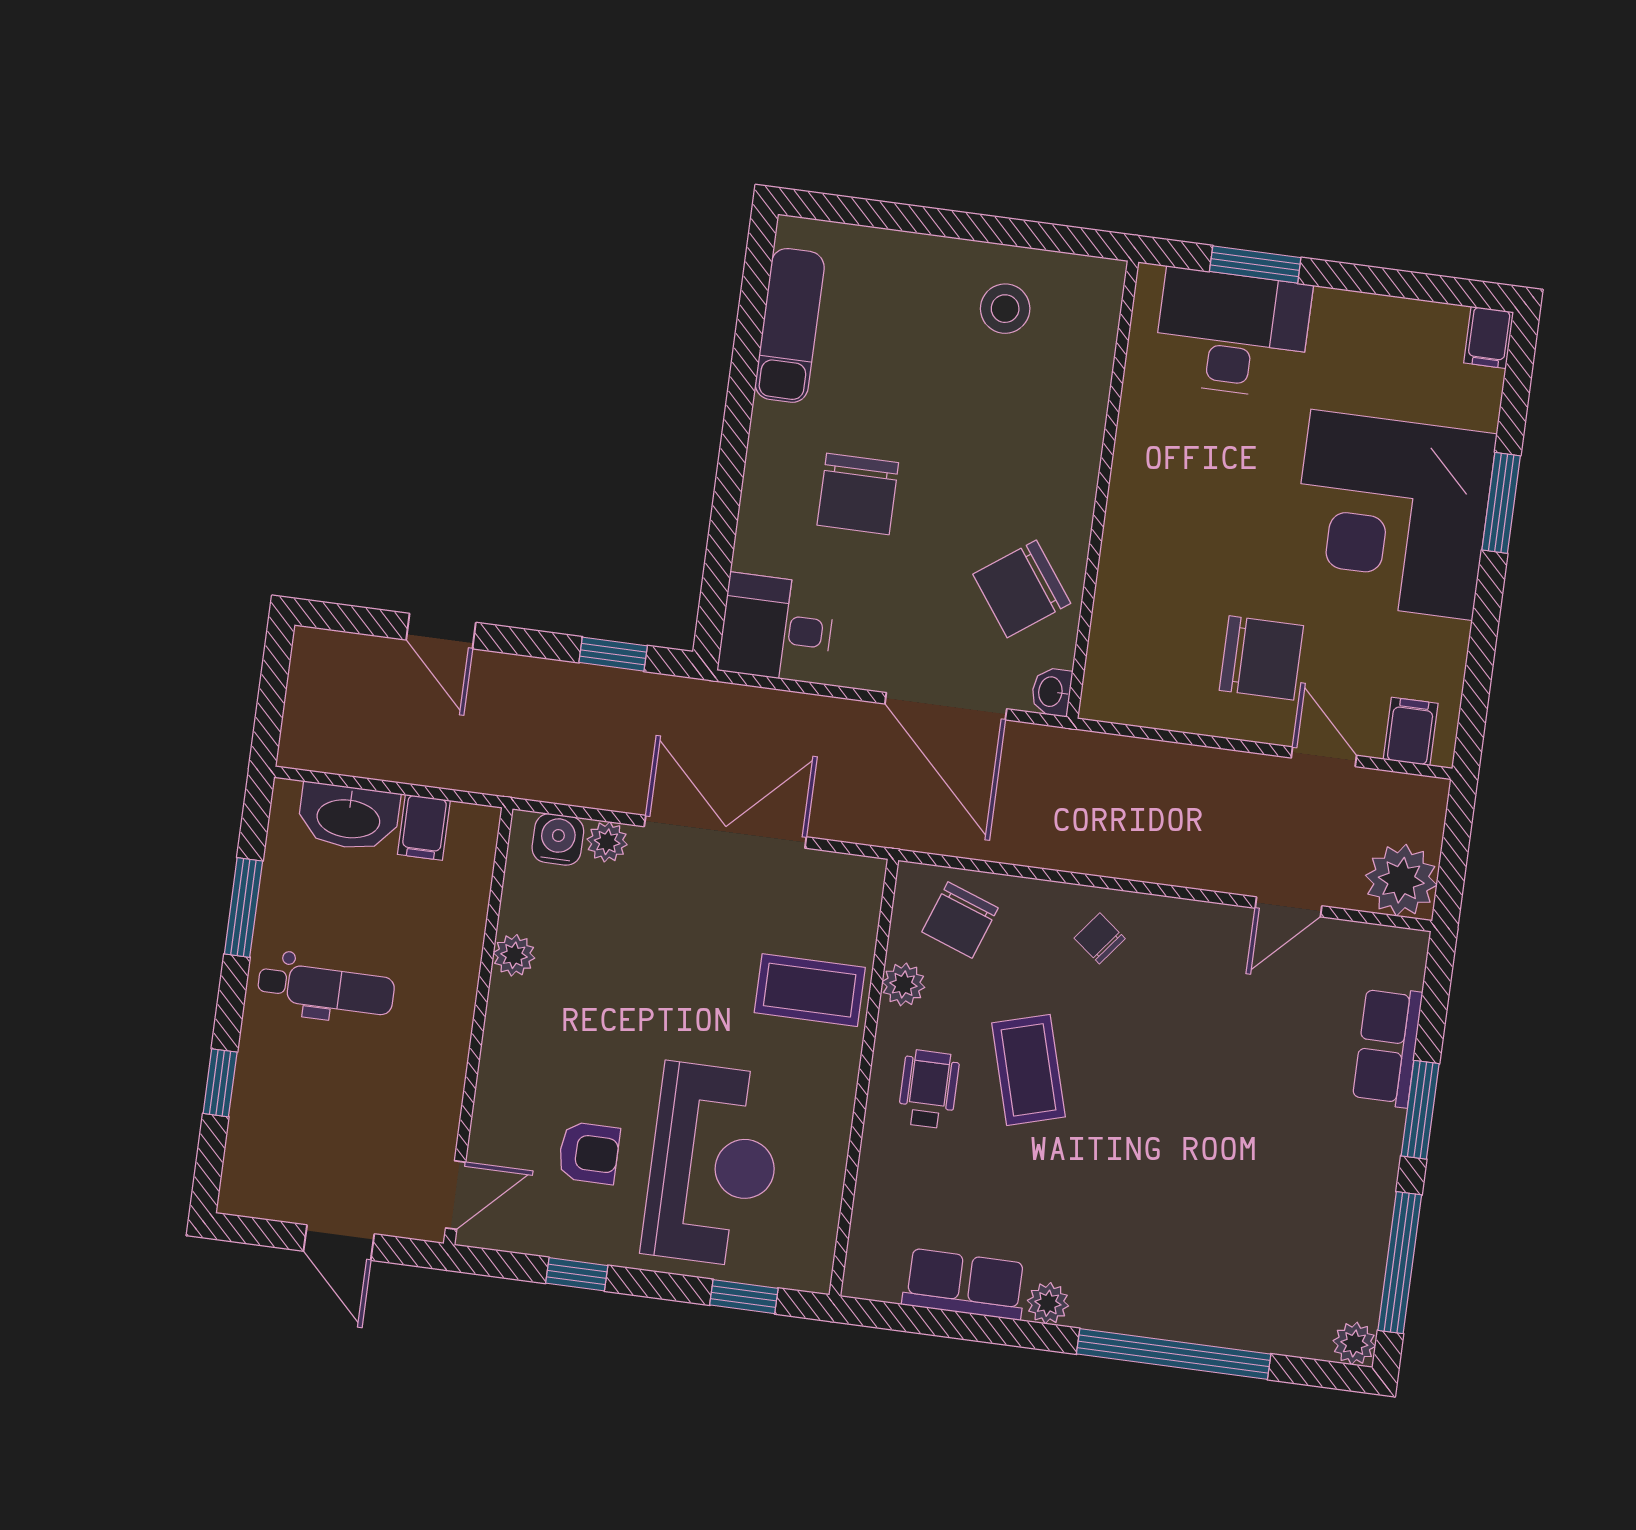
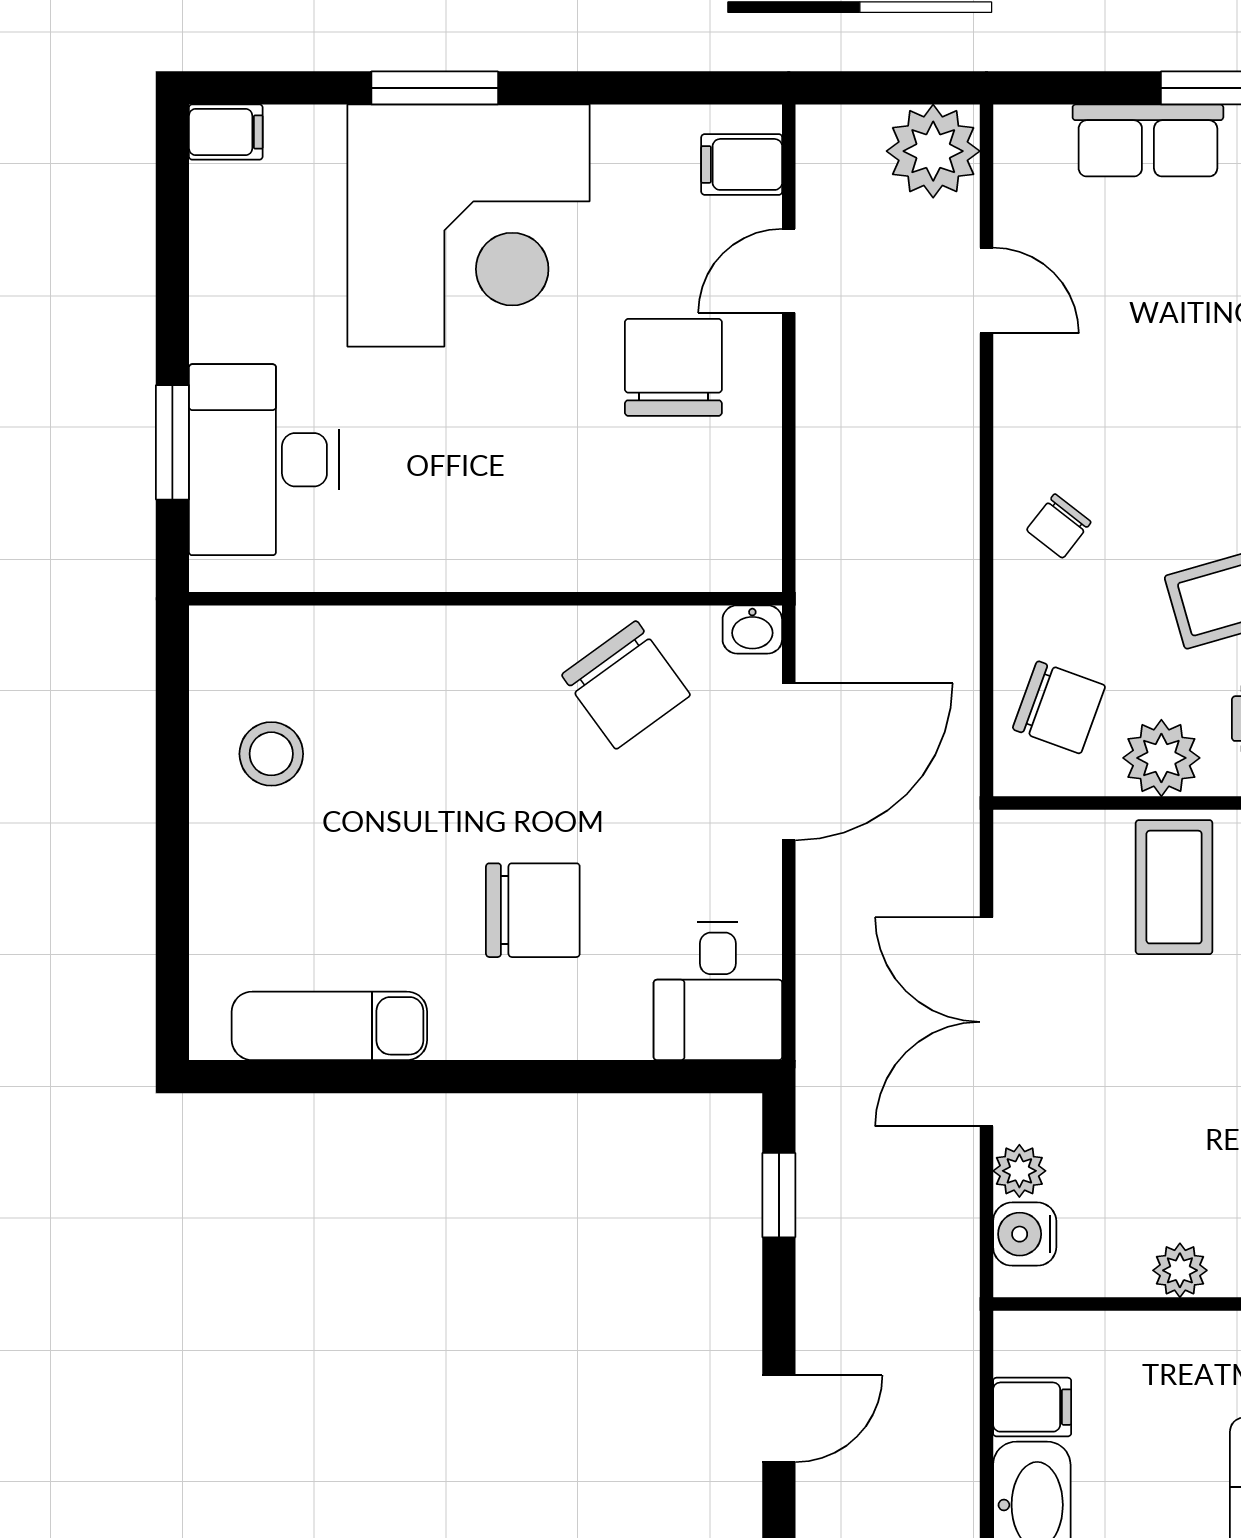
plant: (903, 984) -> (1161, 758), width x1.38, depth x1.38

